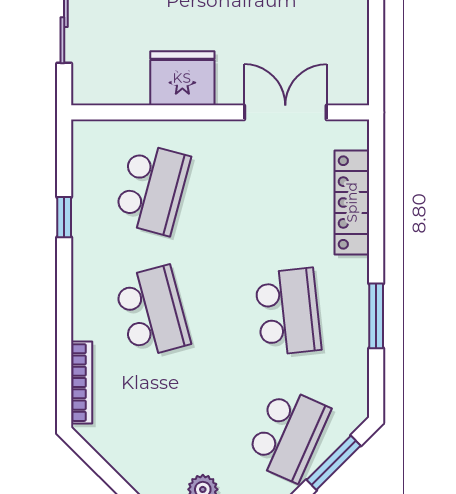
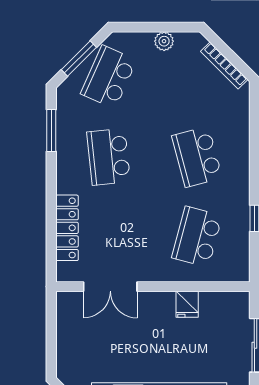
fridge: (182, 78) -> (187, 304), width x0.53, depth x0.75
window: (376, 316) -> (51, 131), moved
bookcase: (82, 383) -> (224, 65), moved, turned -45

